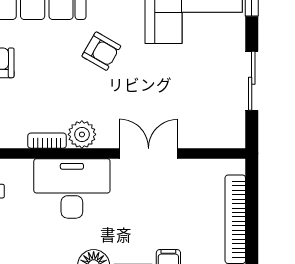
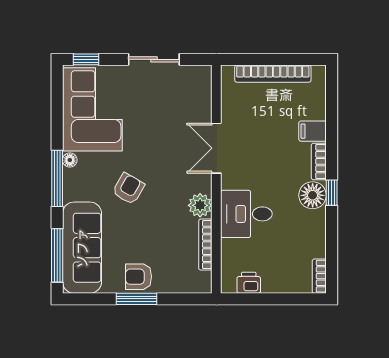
bookcase: (47, 141) -> (205, 245), width x1.56
desk: (72, 188) -> (246, 214), width x0.73

